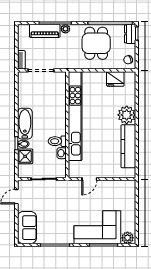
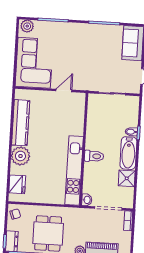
fridge: (115, 79) -> (17, 184), moved, turned 90
kitchen unit: (75, 116) -> (74, 170), width x0.73
toilet: (57, 141) -> (94, 156), moved
washbasin: (62, 153) -> (87, 200), moved
shower: (25, 156) -> (127, 178), moved
corner sofa: (97, 227) -> (34, 63), moved, turned -90

